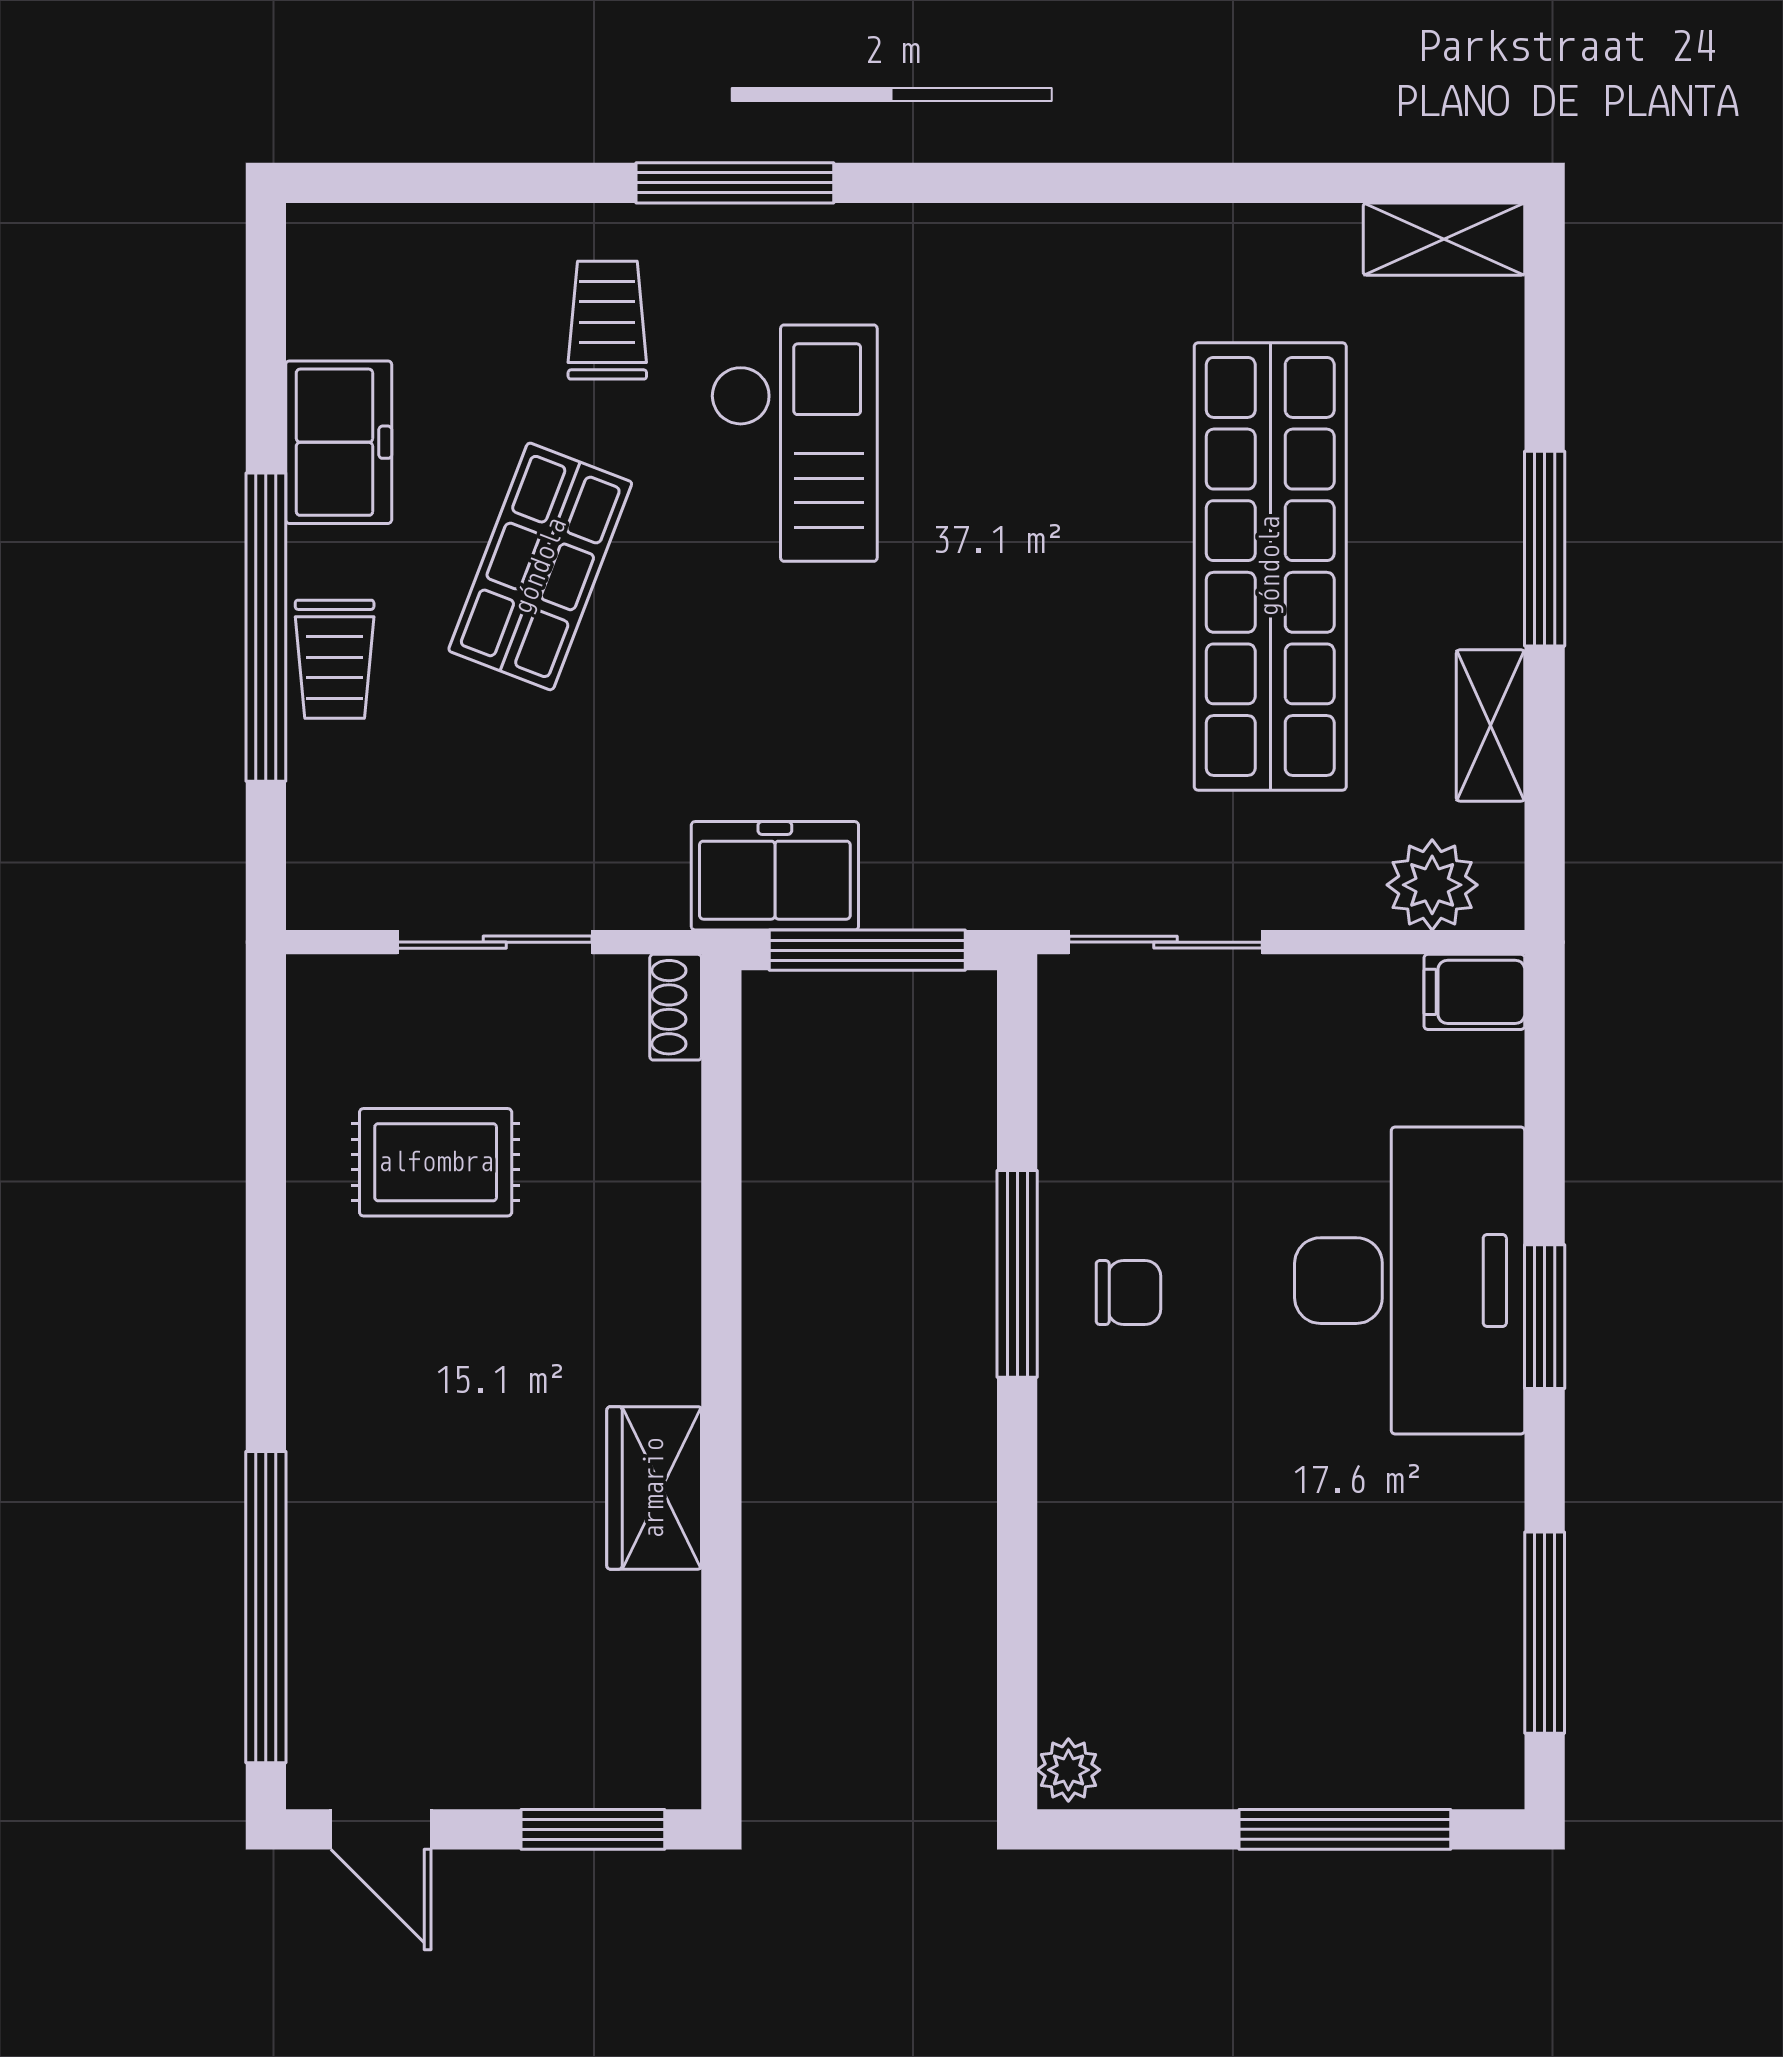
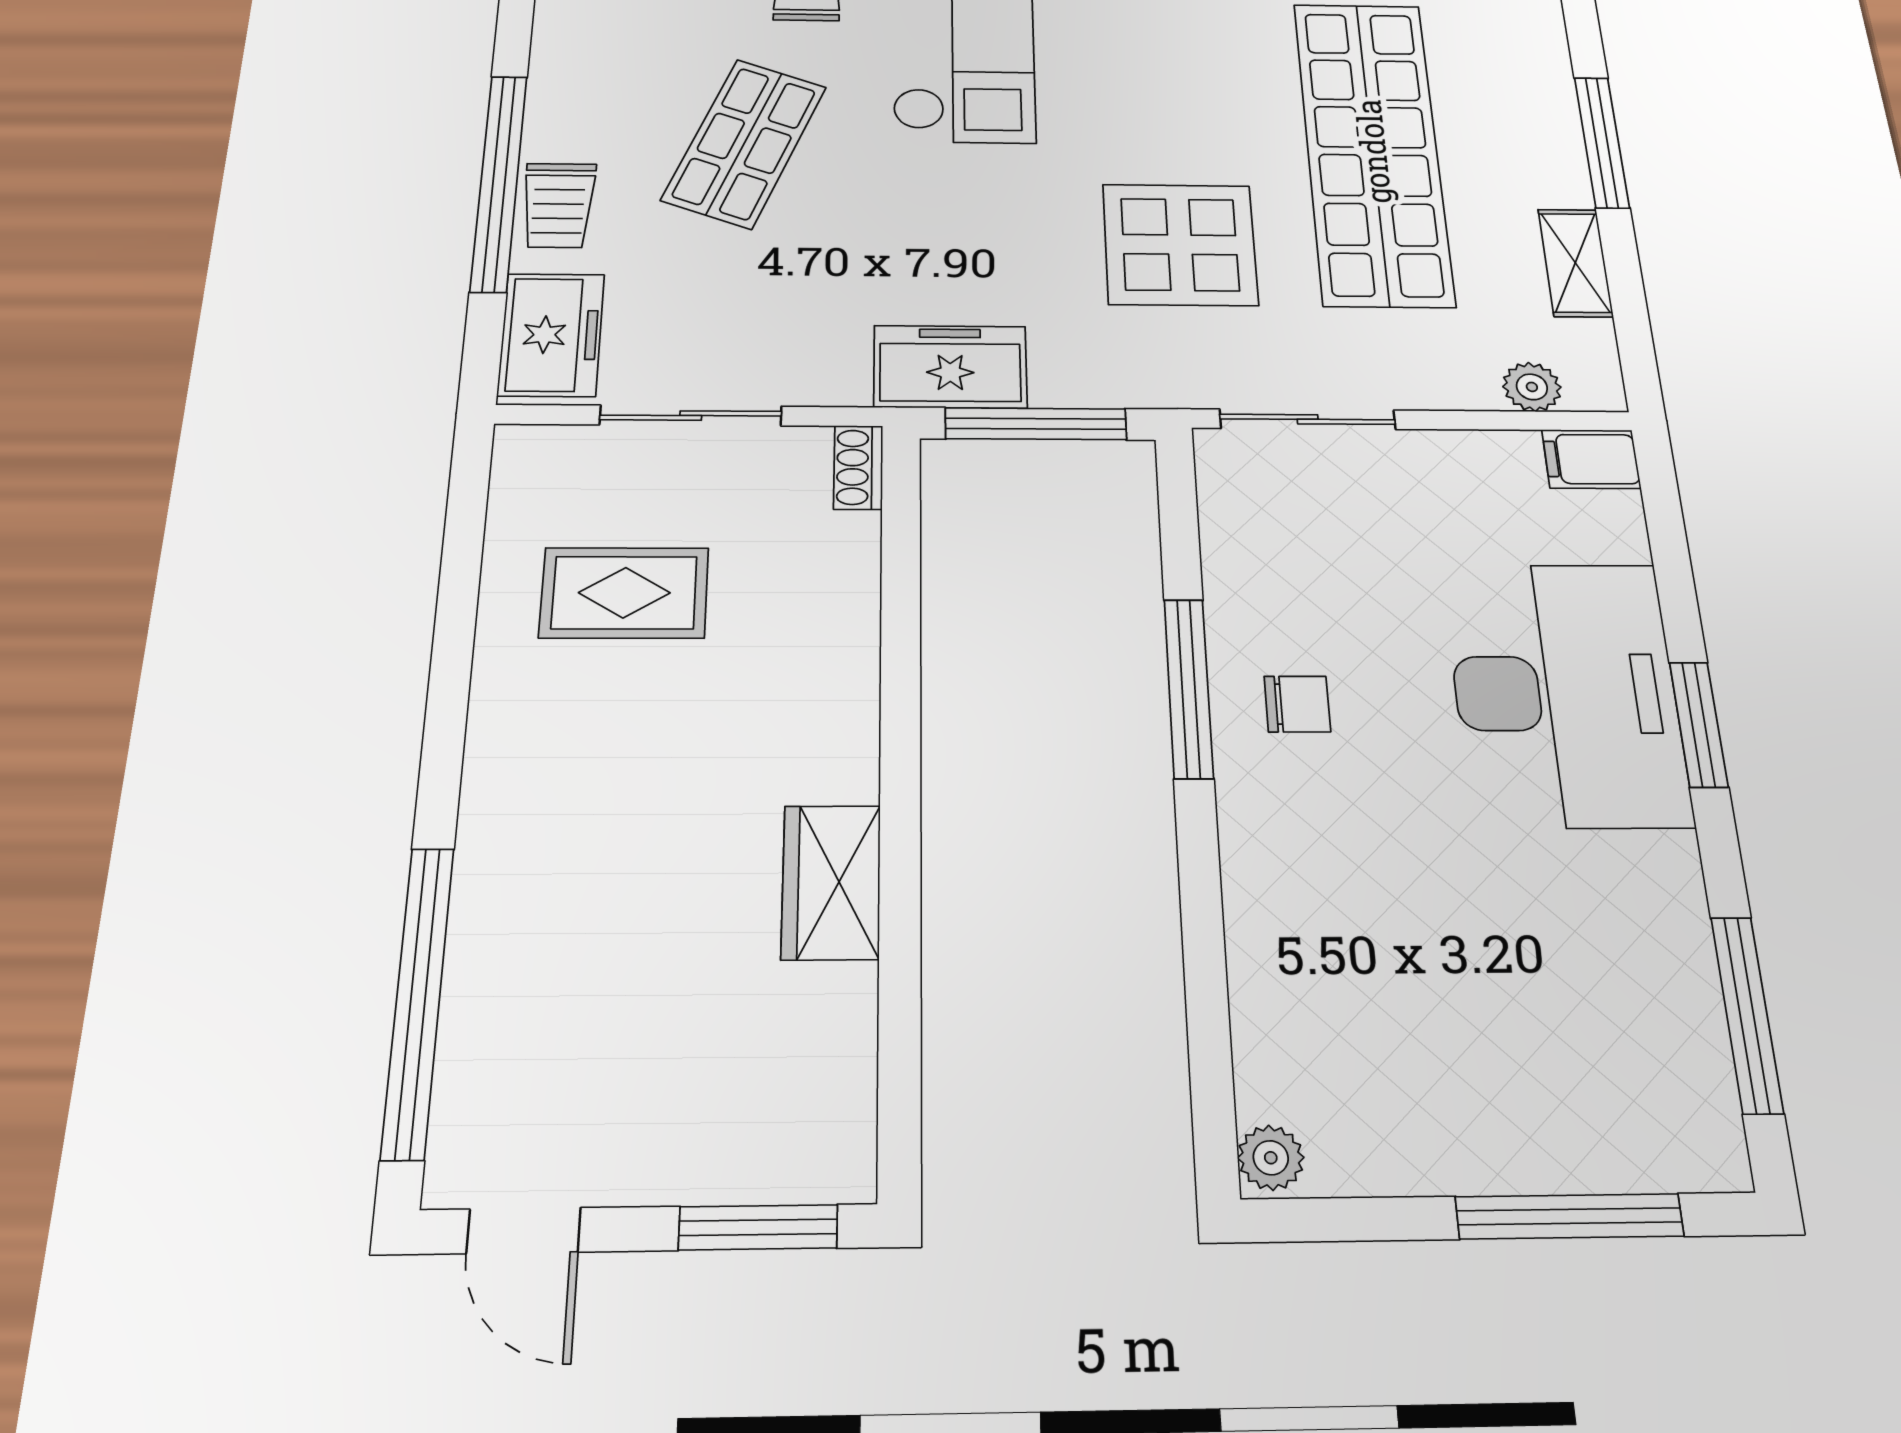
freezer: (339, 442) -> (551, 335), moved
display table: (1037, 705) -> (1180, 245), added
plant: (1432, 885) -> (1532, 387), width x0.73, depth x0.73

